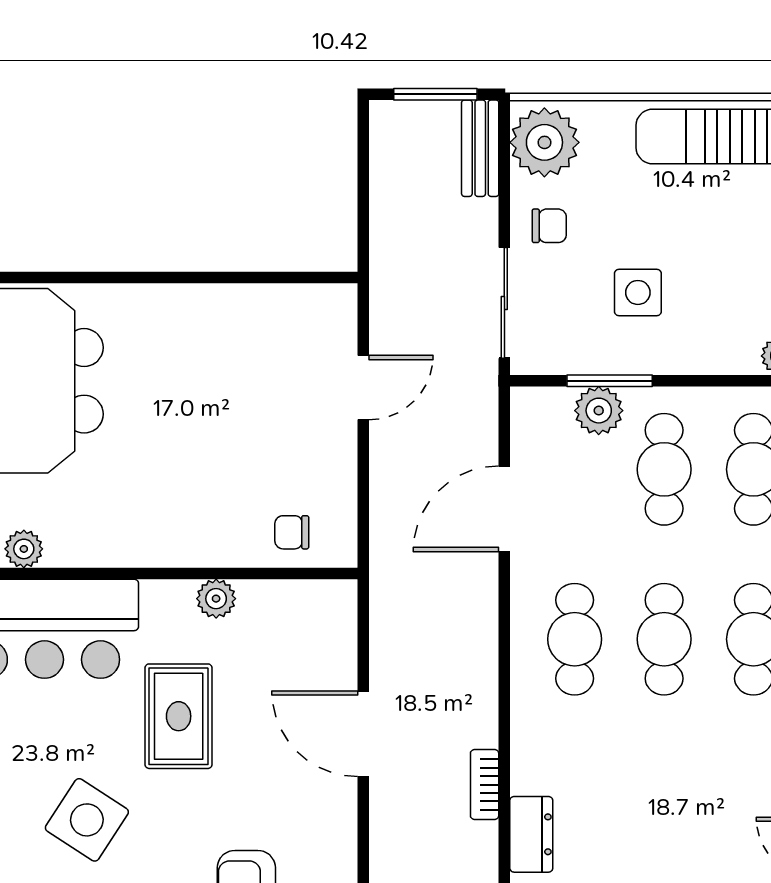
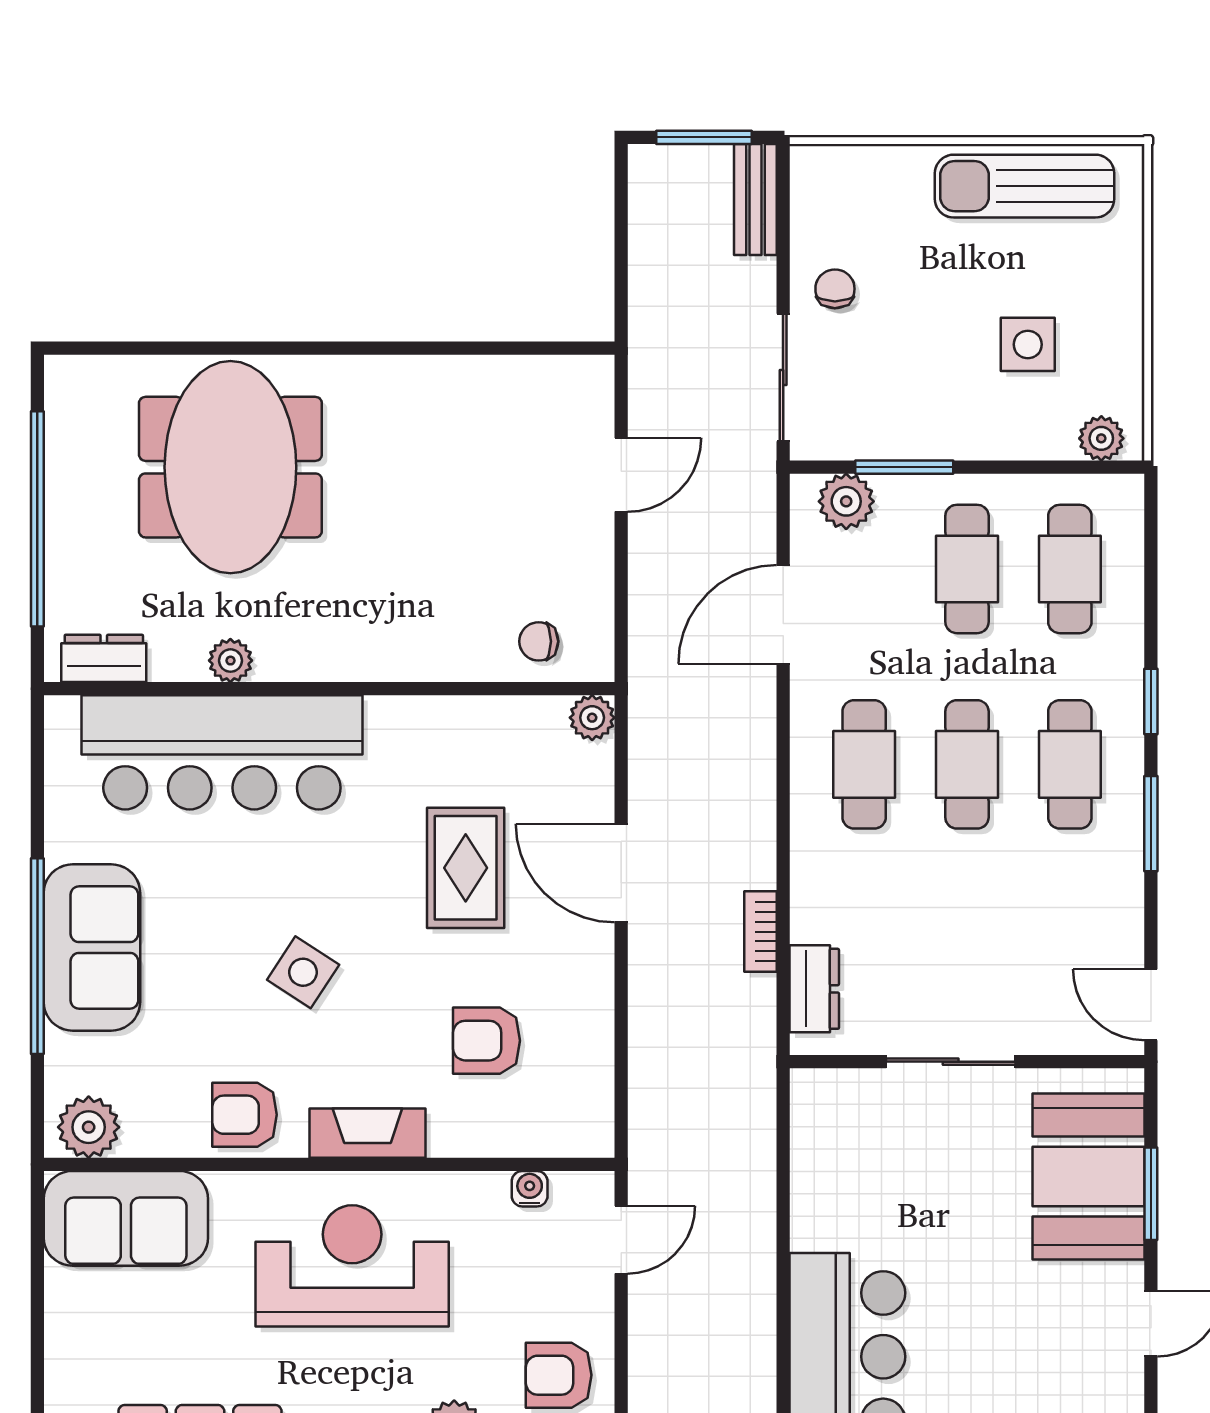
plant: (544, 142) -> (829, 193), removed
chair: (549, 226) -> (835, 289), turned -90
side table: (638, 292) -> (1028, 344), moved
plant: (599, 411) -> (846, 501), moved
plant: (216, 599) -> (592, 718), moved
rug: (179, 716) -> (466, 868), moved
side table: (87, 820) -> (303, 972), width x0.73, depth x0.73

